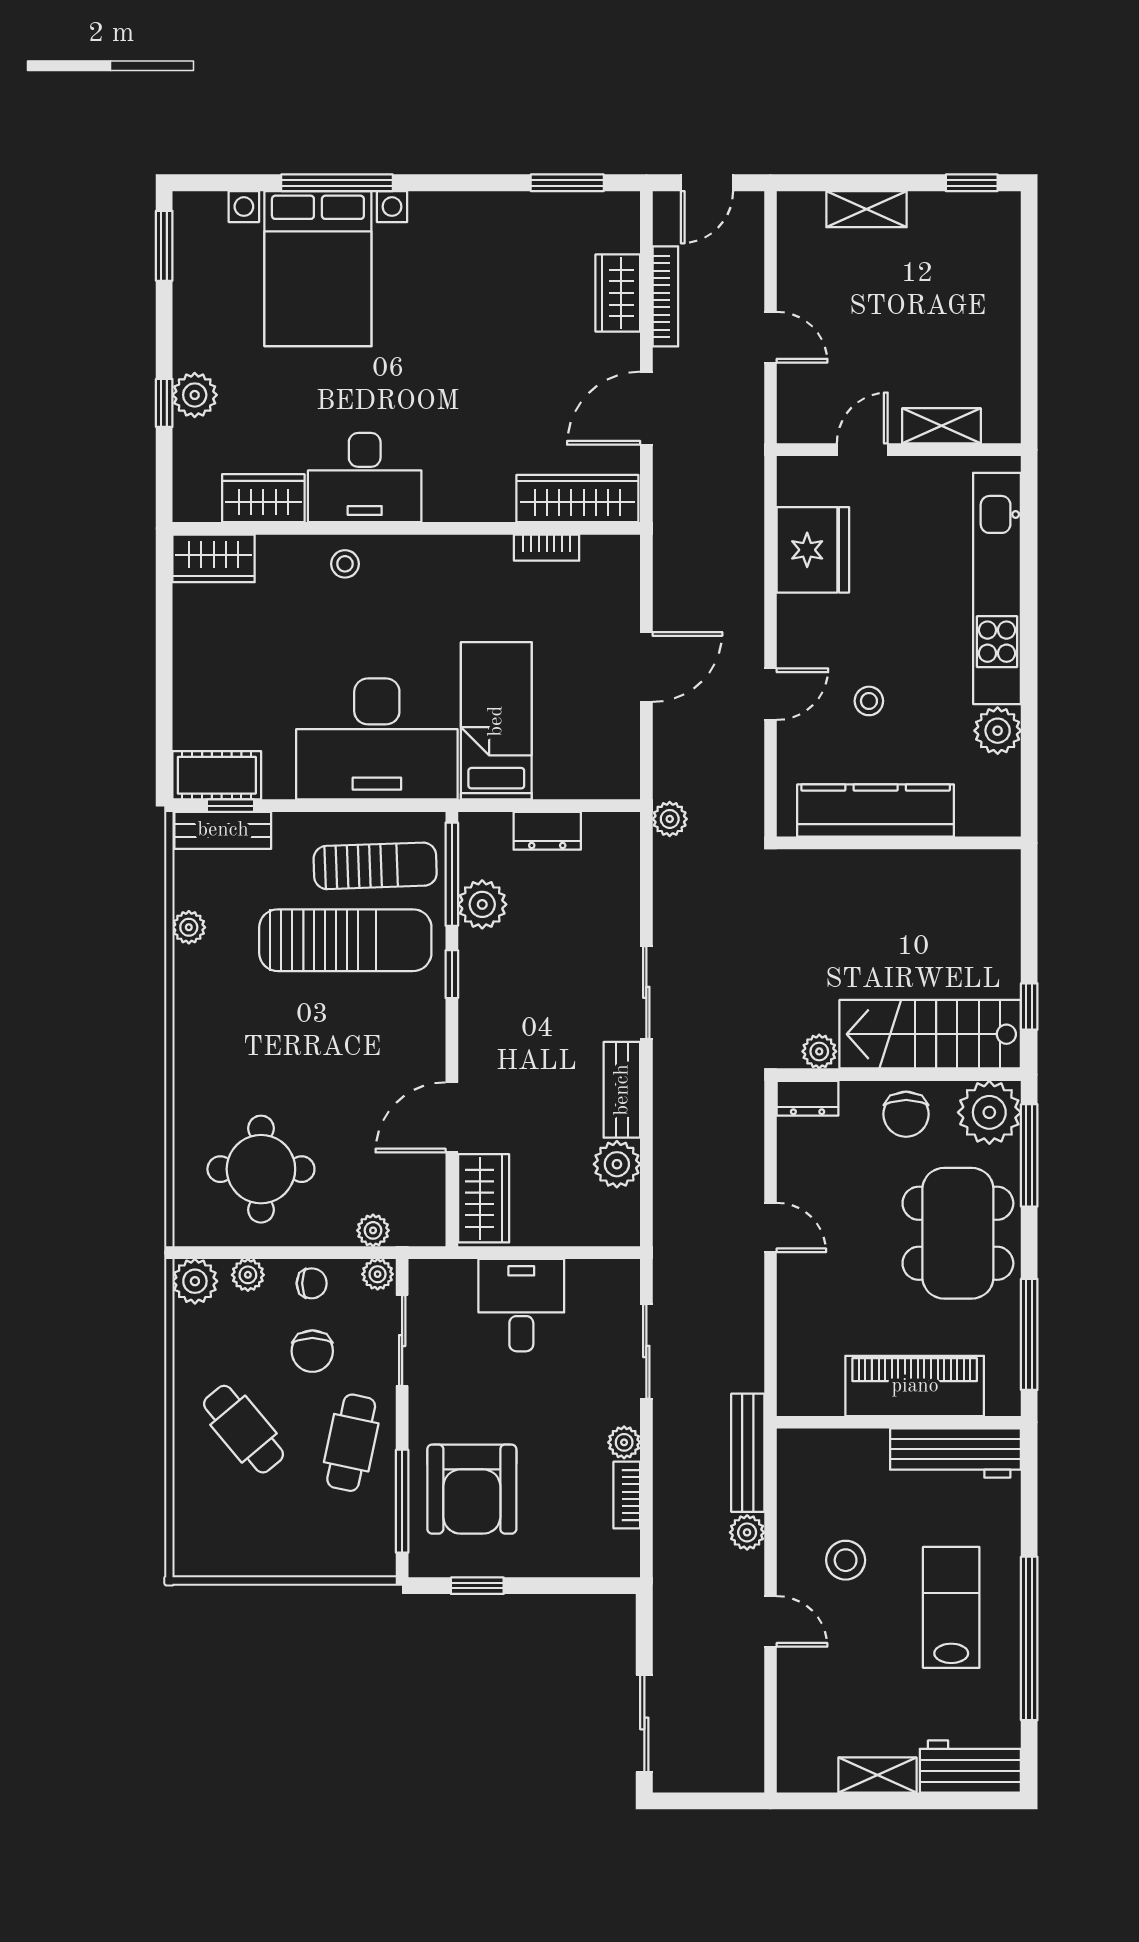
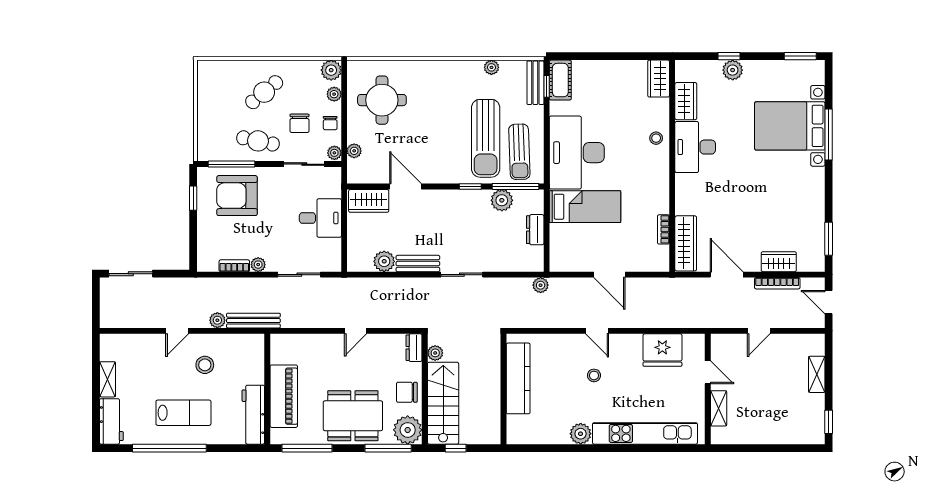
kitchen counter: (876, 811) -> (518, 378), moved
wall: (899, 843) -> (503, 389), moved
chair: (312, 1351) -> (299, 123), turned -90

